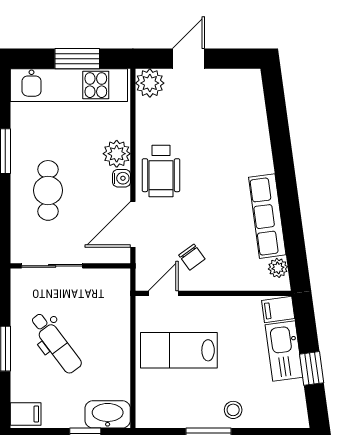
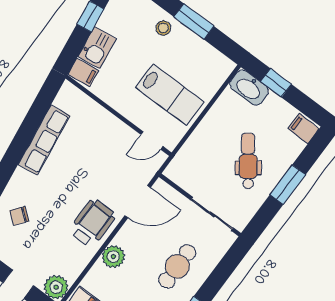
water cooler: (122, 178) -> (122, 238), removed
chair: (192, 257) -> (19, 216), moved, turned -106
plant: (278, 268) -> (63, 100), removed
kitchen sink: (284, 351) -> (97, 48), width x0.73

